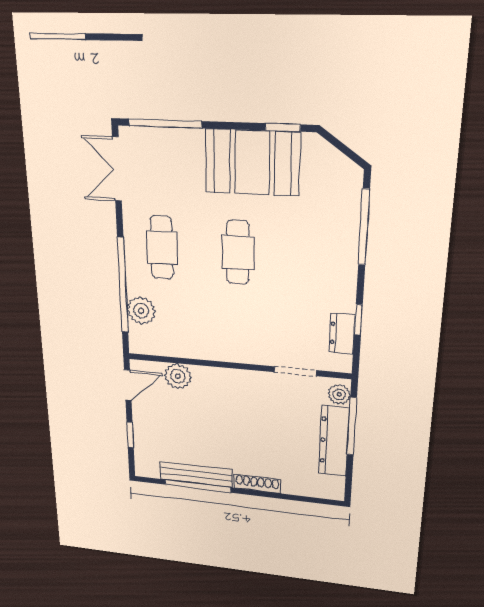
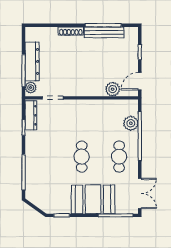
booth: (252, 163) -> (93, 199), moved
dresser: (342, 334) -> (31, 115), width x1.44

